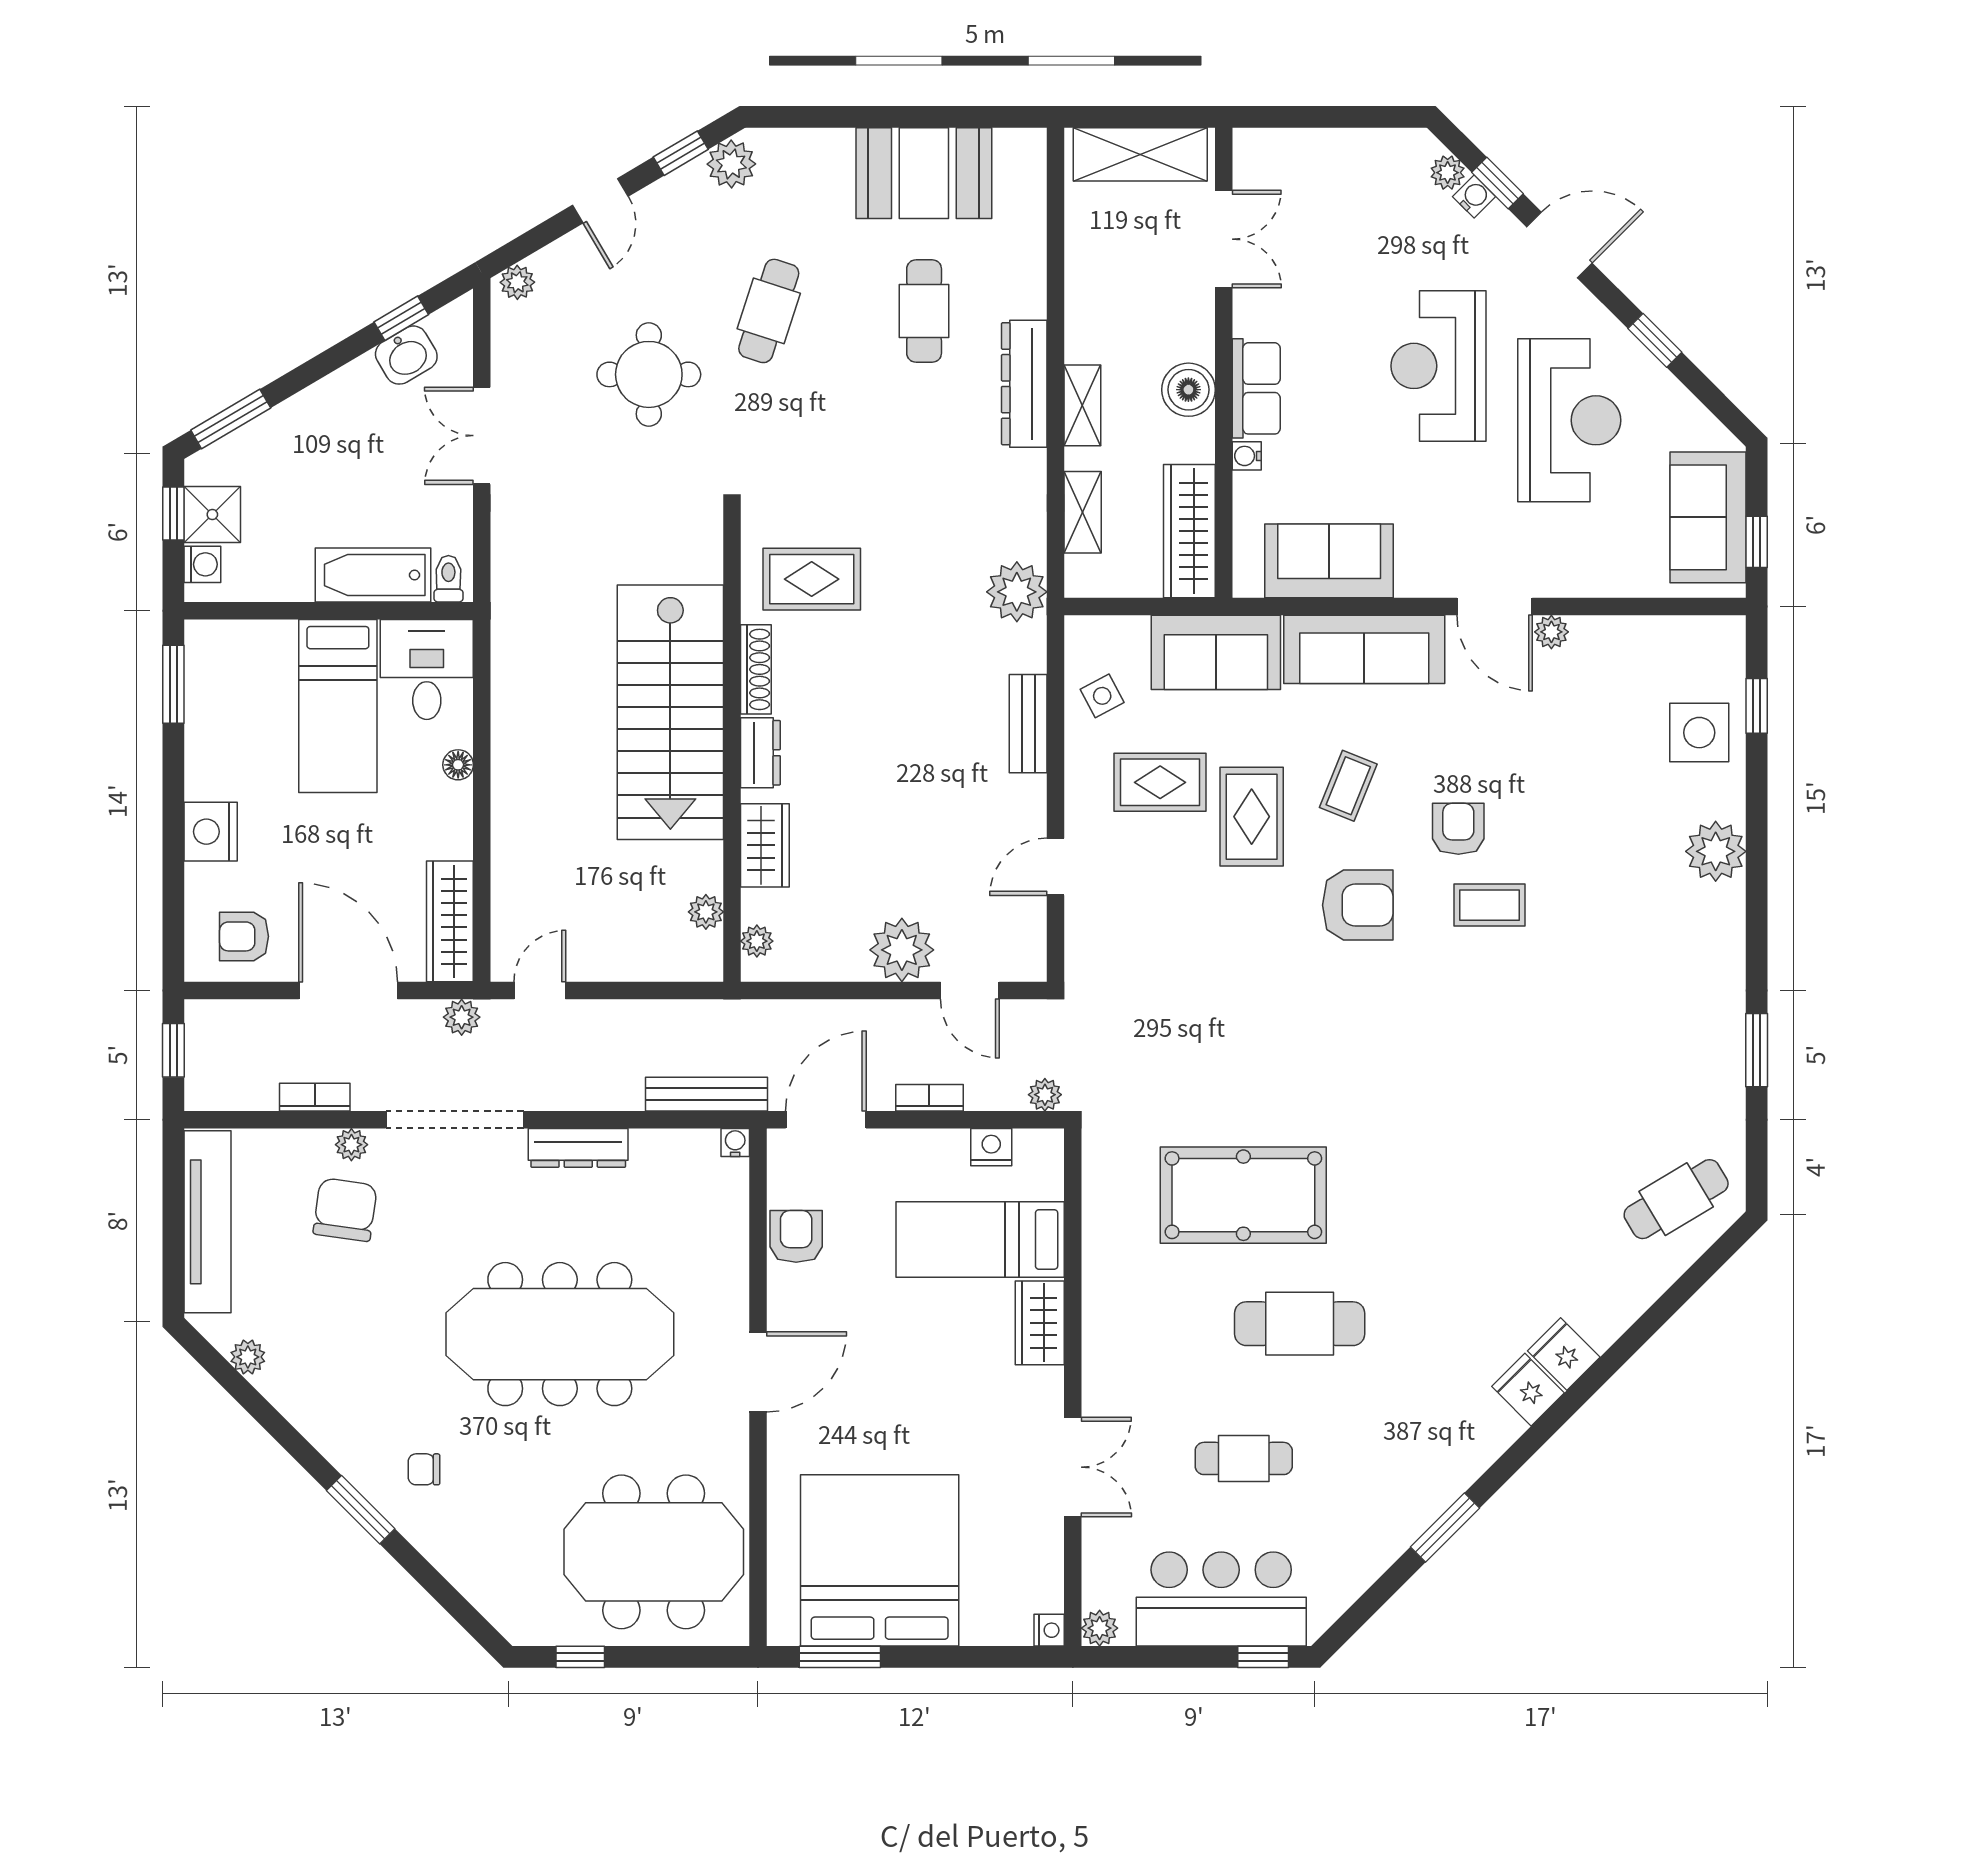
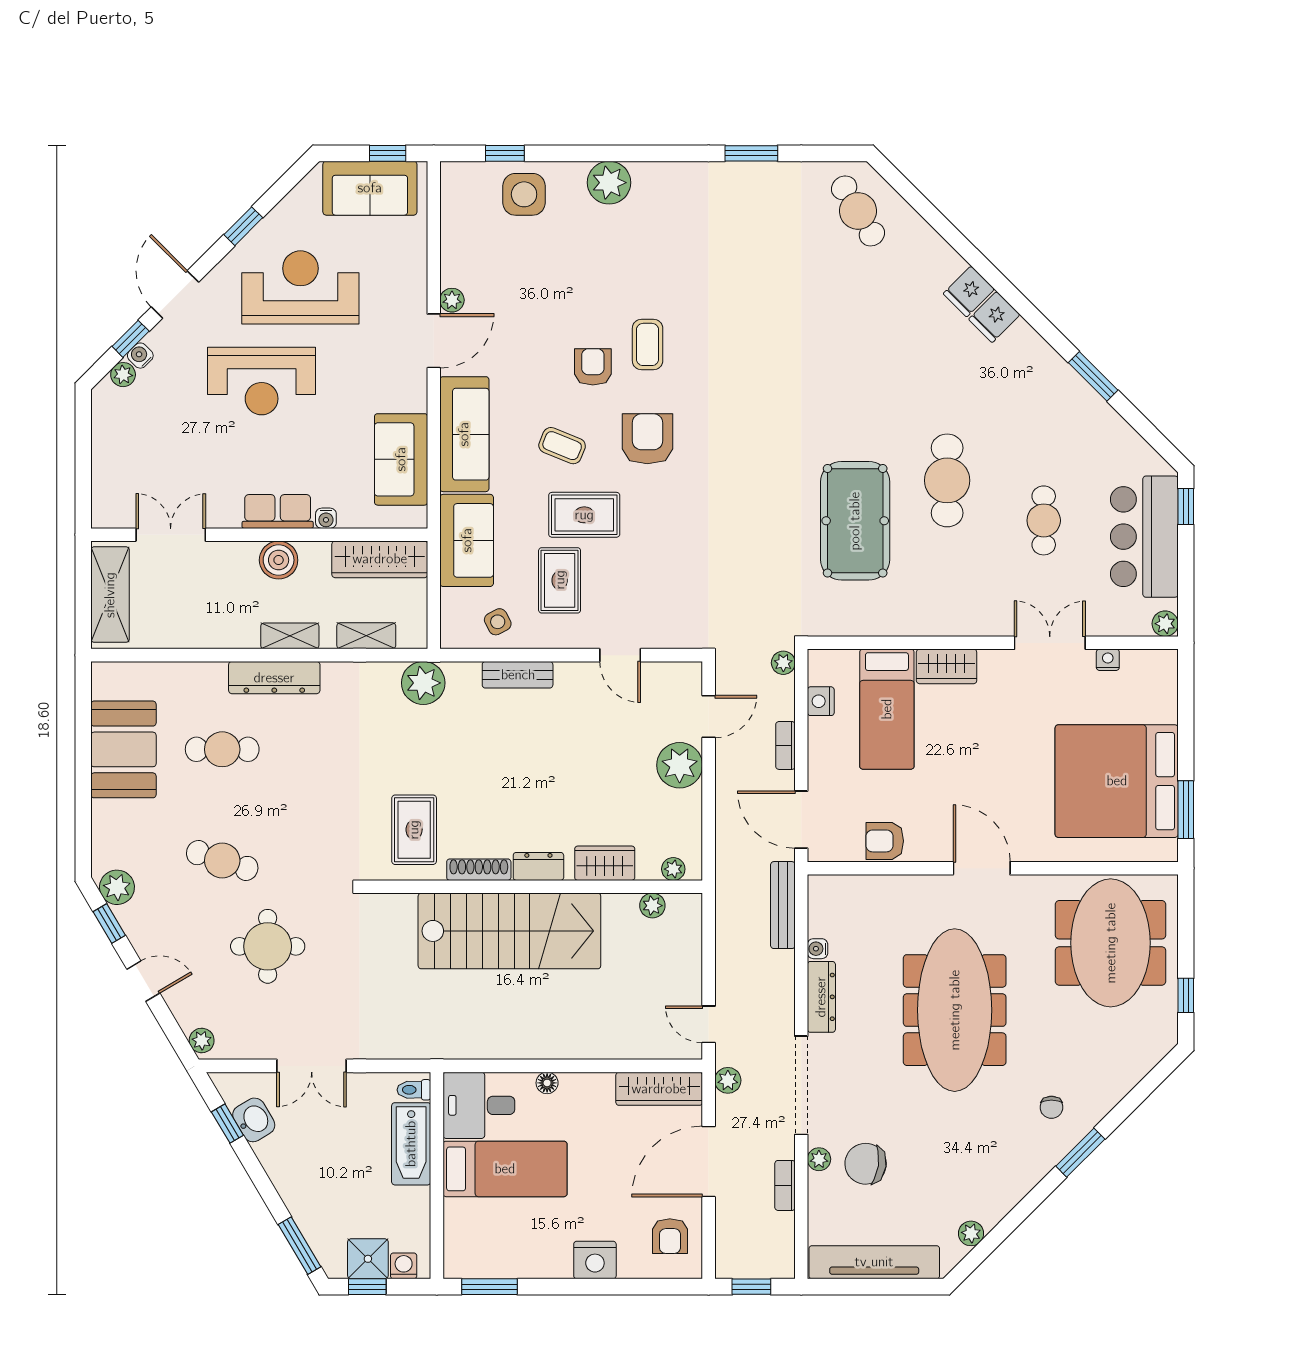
armchair: (1458, 829) -> (593, 367), turned 90
water cooler: (735, 1143) -> (818, 949), moved
nightstand: (1049, 1630) -> (1108, 660), moved

